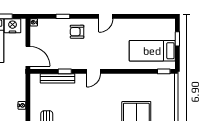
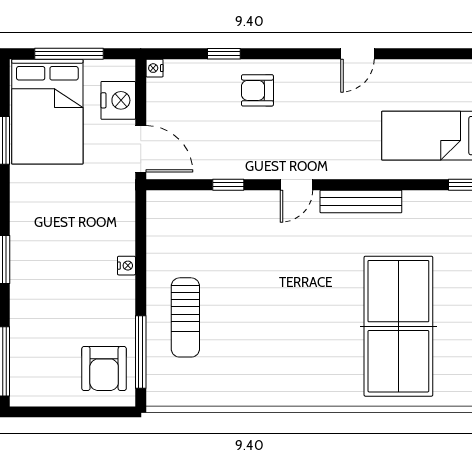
door: (106, 16) -> (357, 54), moved
nightstand: (13, 26) -> (118, 100), moved, turned 90
bench: (58, 78) -> (361, 201), moved

